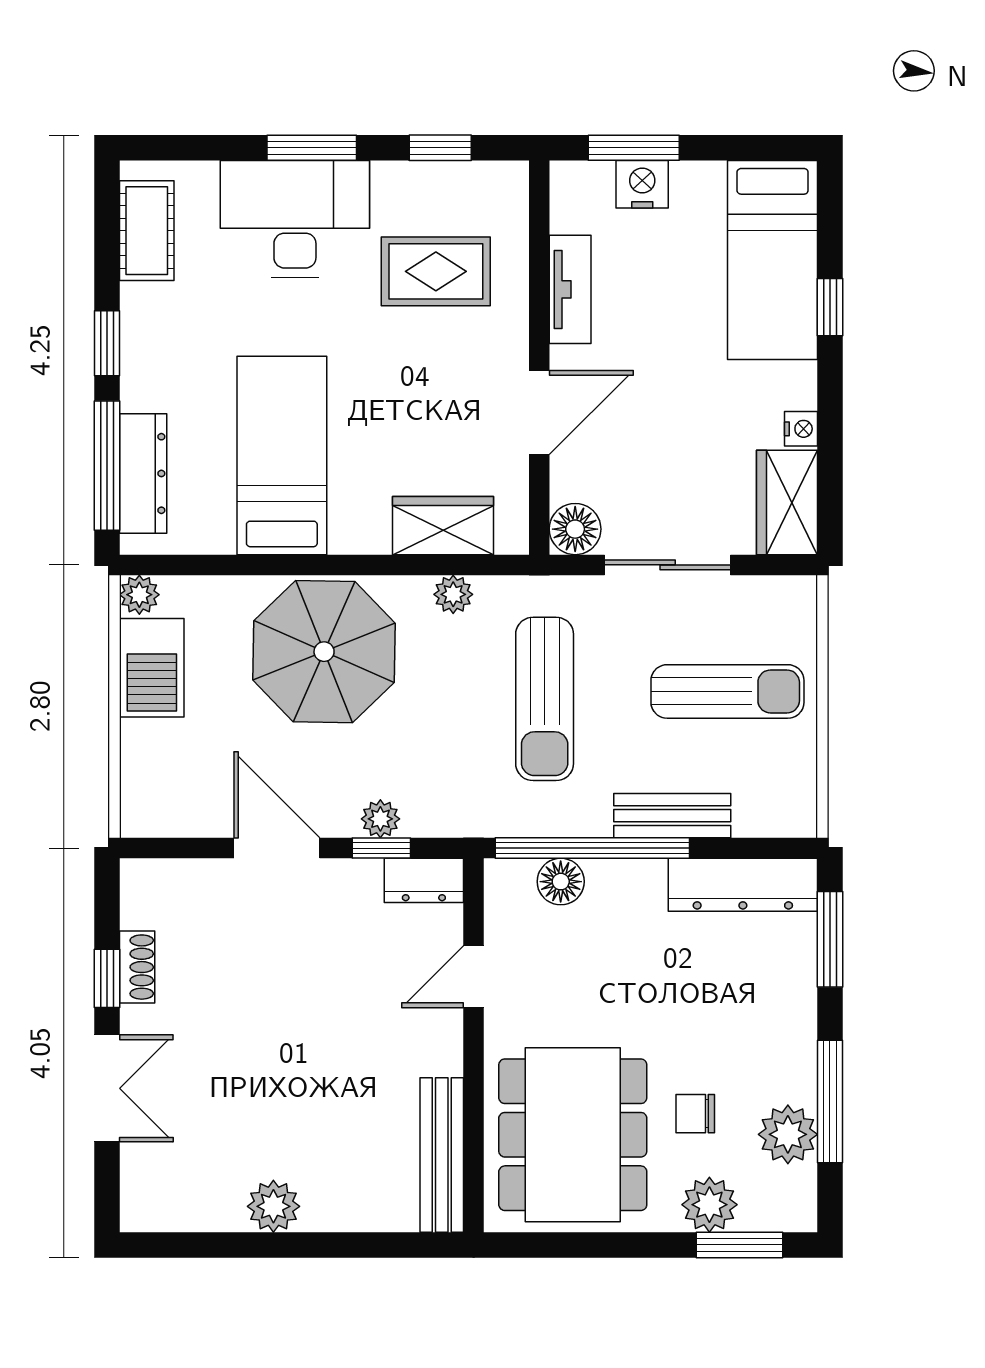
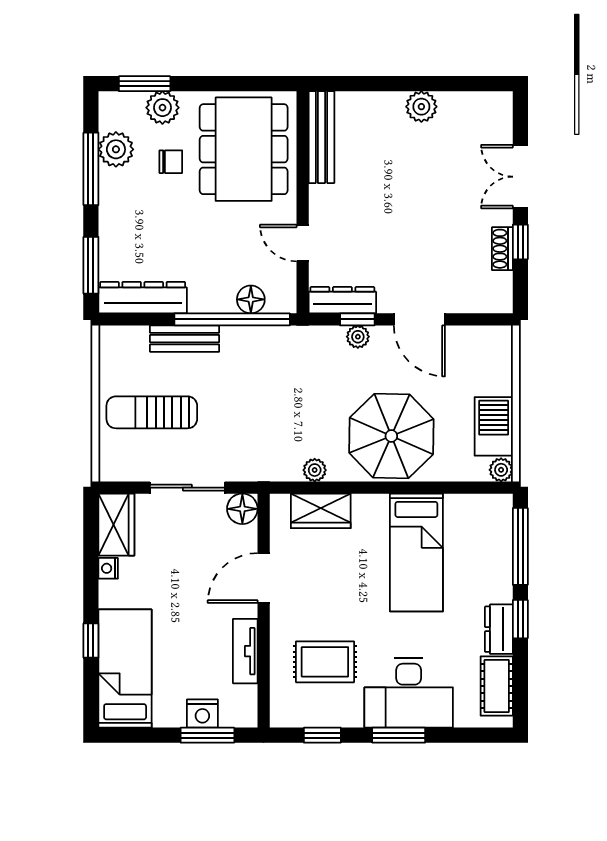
dresser: (143, 473) -> (499, 629), moved, width x0.70
sun lounger: (545, 699) -> (260, 408), removed
dresser: (424, 880) -> (342, 300), width x1.44
door: (474, 977) -> (303, 243), swing flipped

